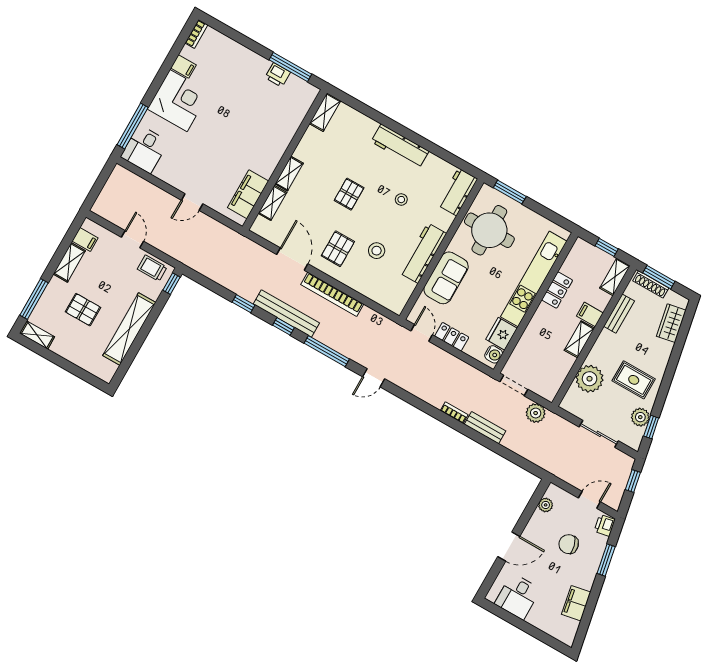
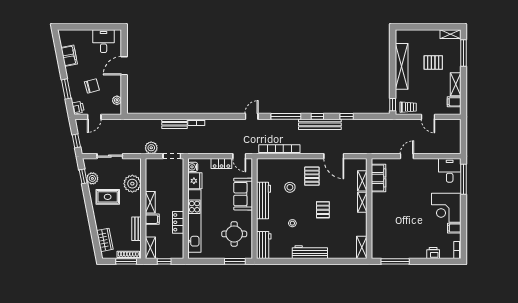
printer: (278, 75) -> (433, 253), moved
round table: (489, 230) -> (234, 234), width x0.73, depth x0.73
bookcase: (332, 294) -> (279, 149), moved

